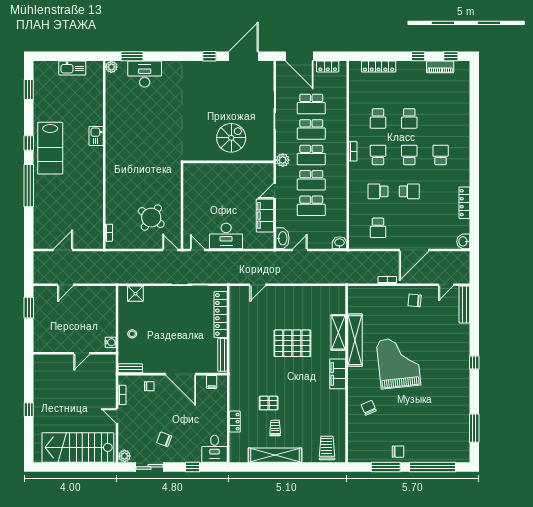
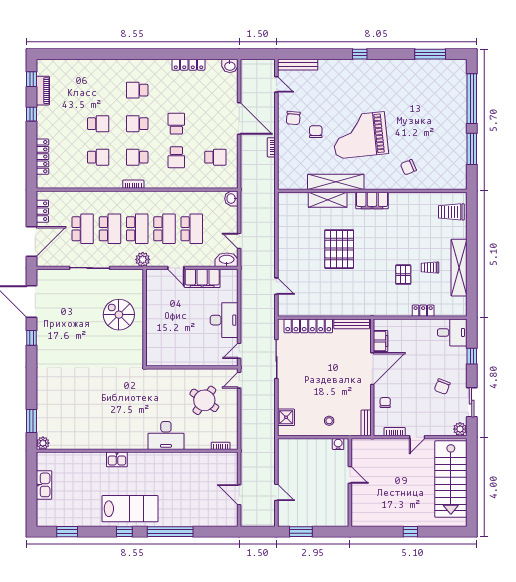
desk: (145, 74) -> (166, 435), moved, turned -90
filing cabinet: (212, 382) -> (381, 341), width x2.00
chair: (398, 452) -> (316, 132), moved

